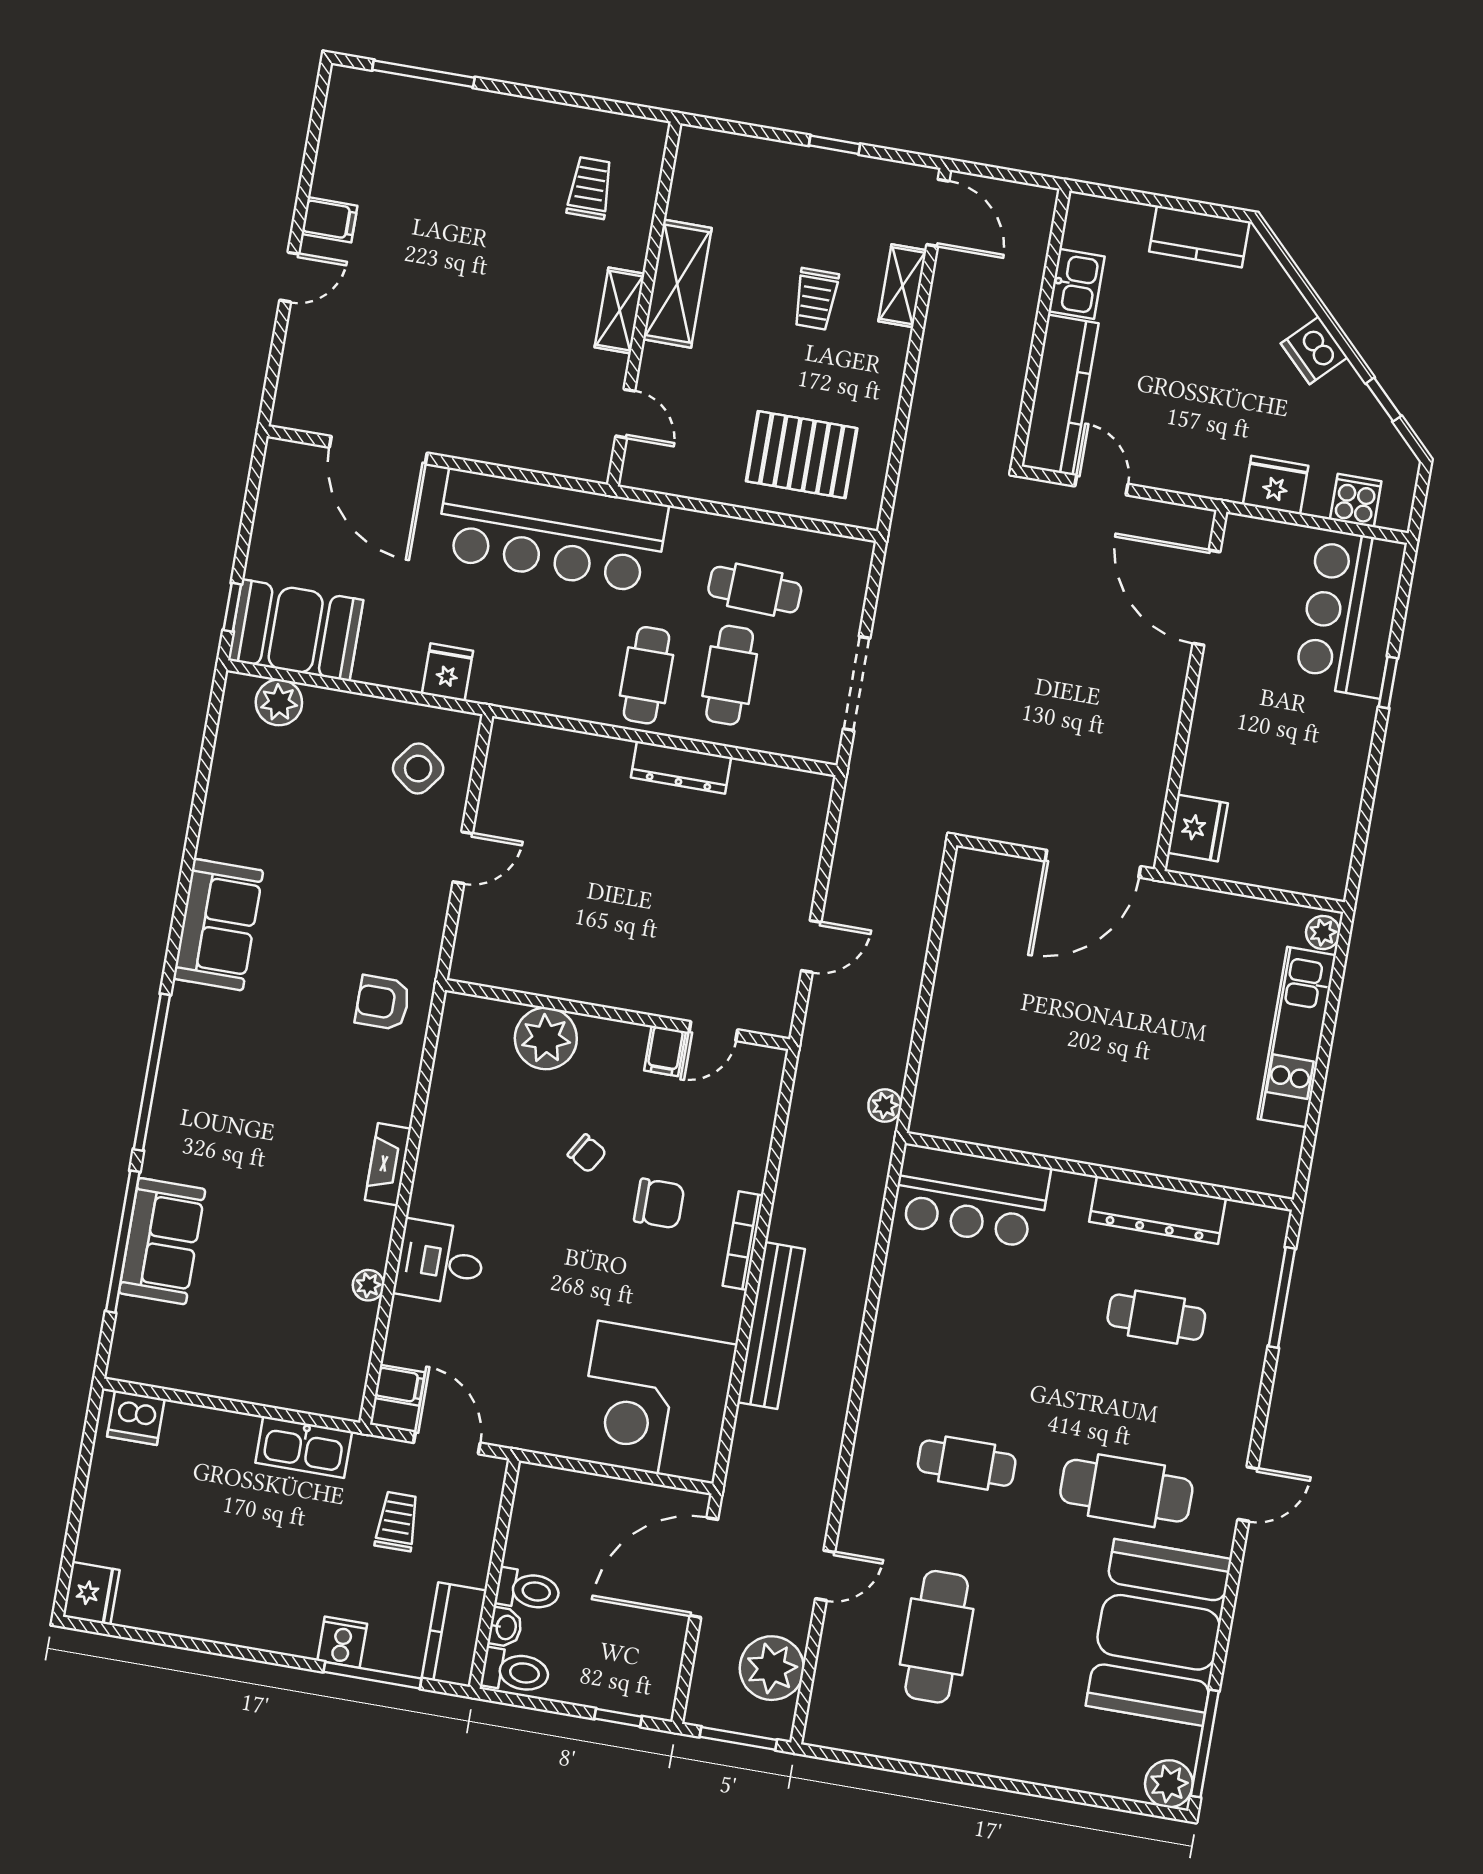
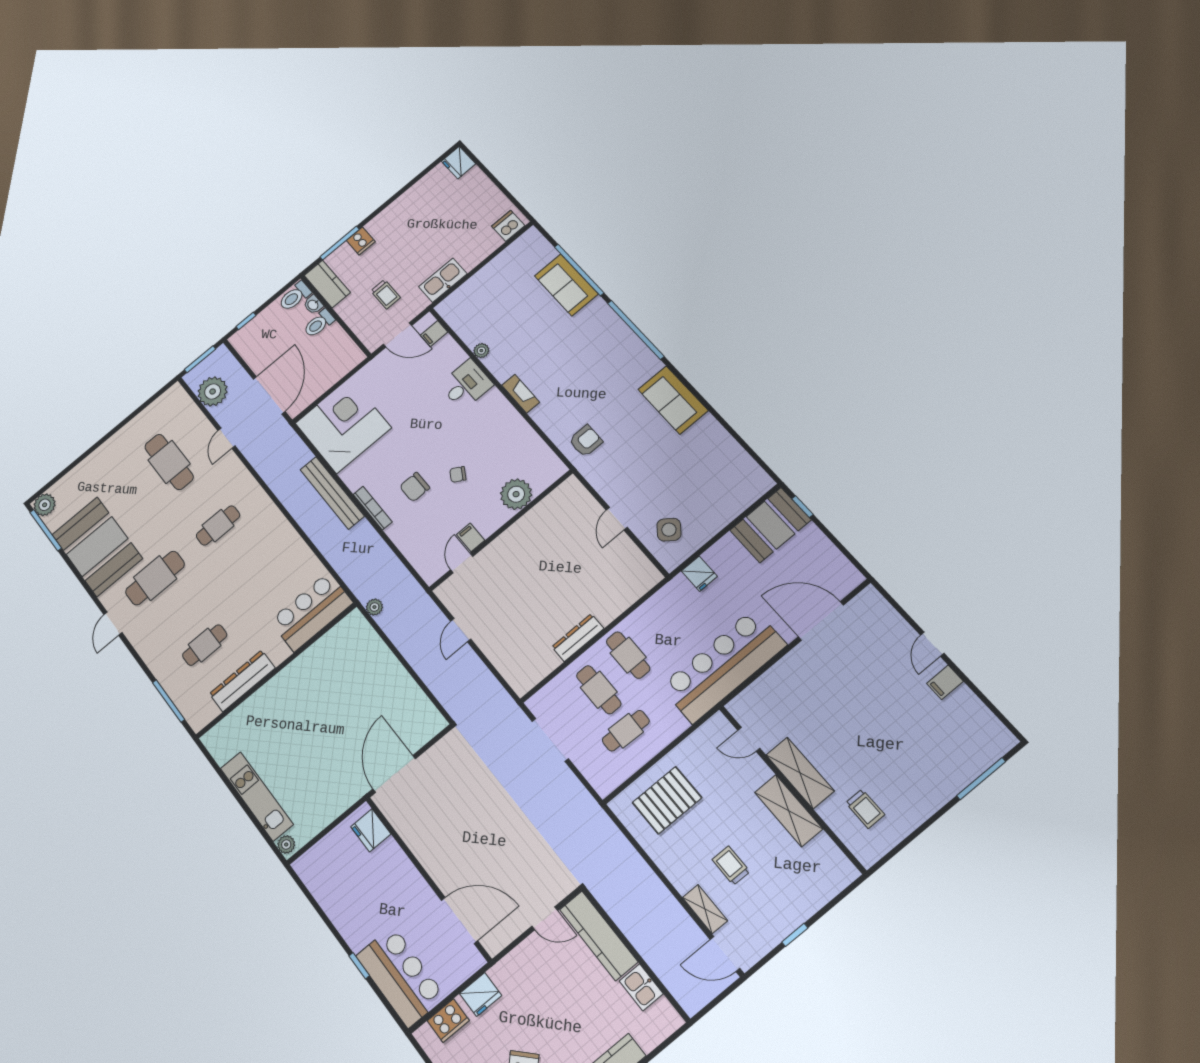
shelving: (620, 311) -> (800, 773), width x1.50, depth x1.33
cooker: (1356, 500) -> (448, 1021), width x1.36
plant: (279, 702) -> (745, 495), removed

